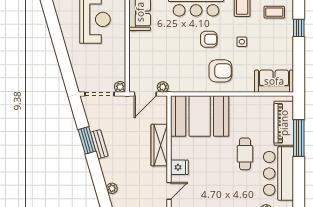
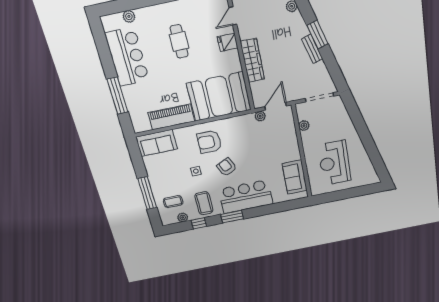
window: (299, 28) -> (147, 193), width x2.17
armchair: (209, 39) -> (227, 167), turned 65
plant: (120, 87) -> (304, 126), moved
piano: (284, 123) -> (171, 117), moved, turned -90
window: (87, 140) -> (318, 35), moved
cafe table: (245, 154) -> (179, 41), moved

